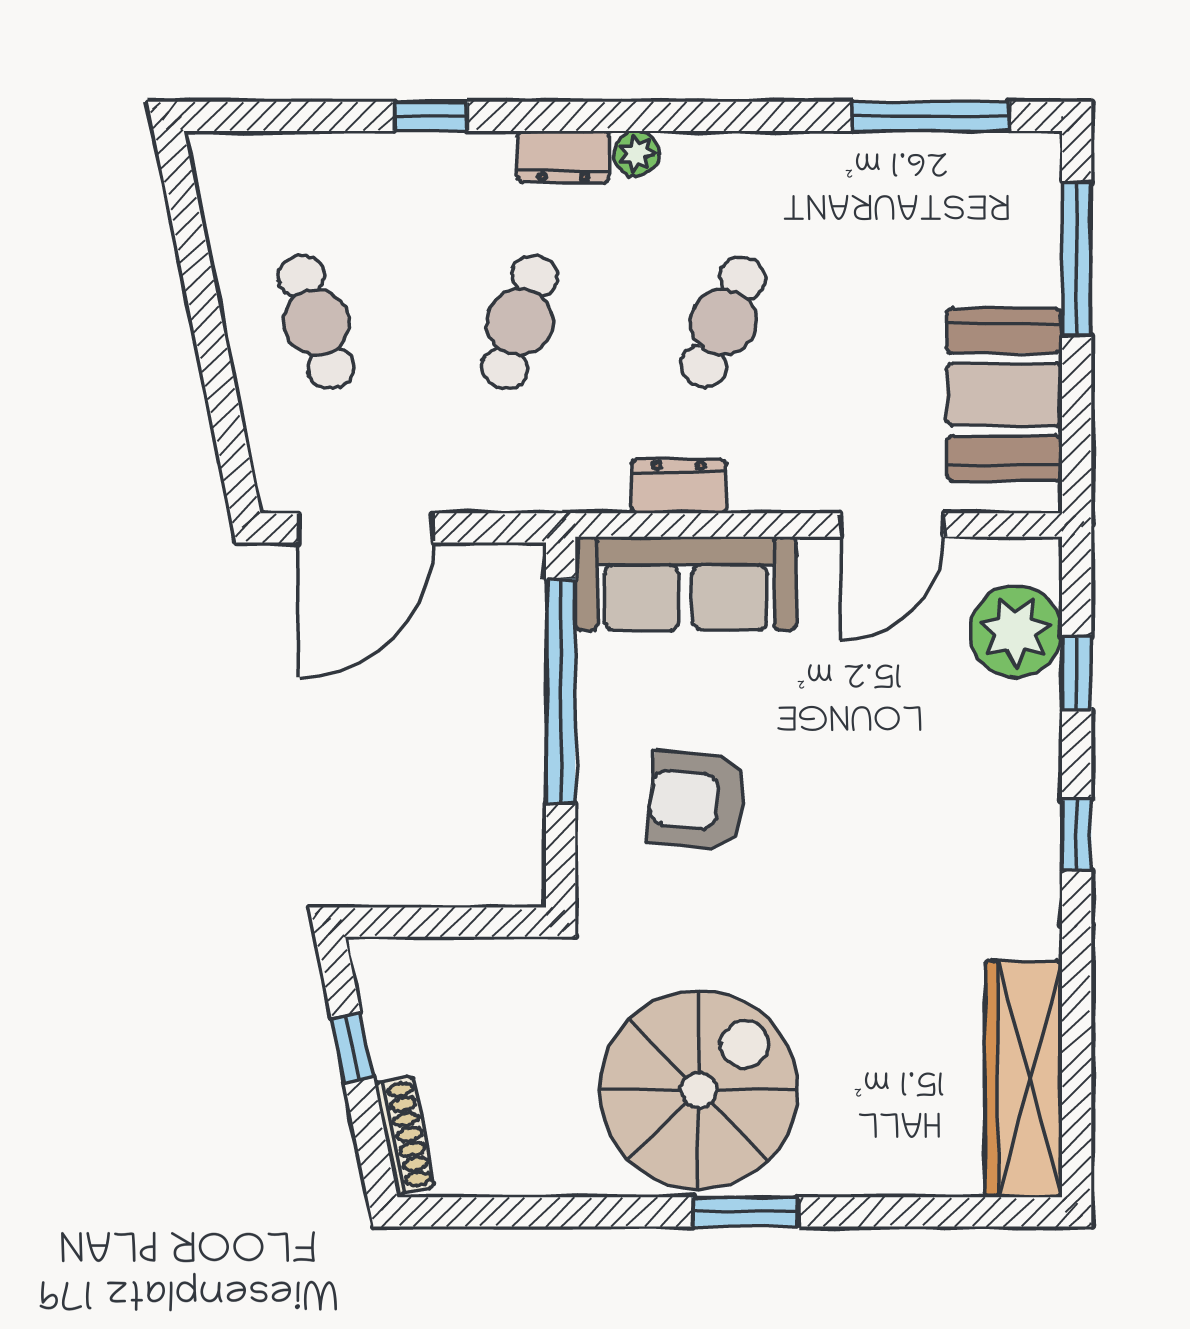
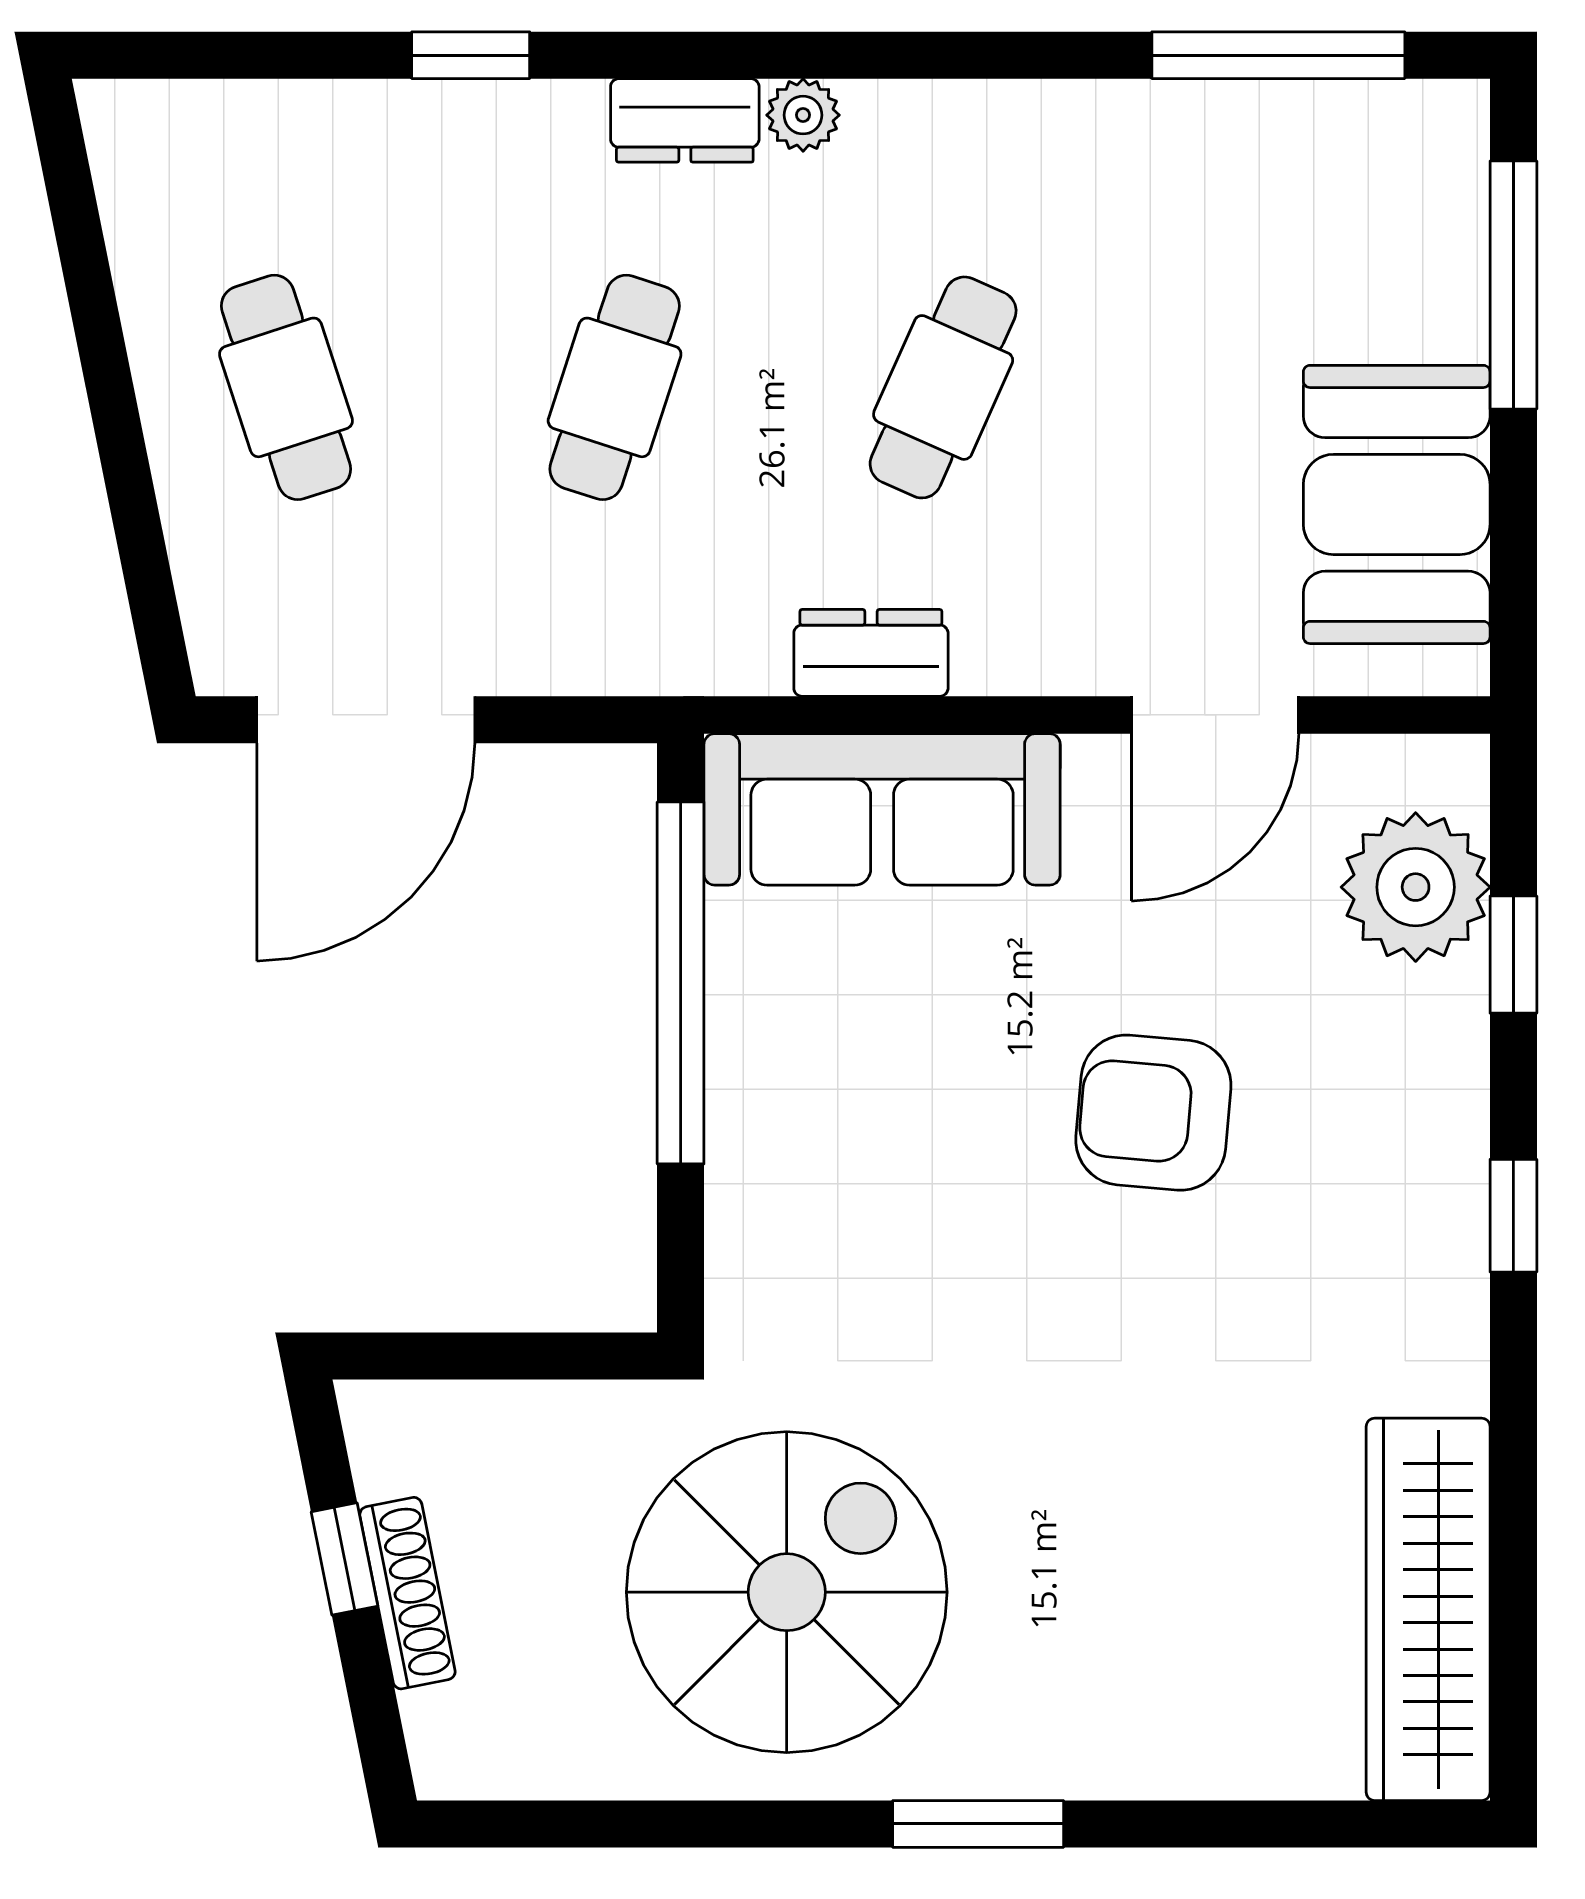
armchair: (697, 801) -> (1153, 1113), moved
spiral stairs: (699, 1090) -> (787, 1592), moved
shoe rack: (405, 1135) -> (407, 1593), moved

